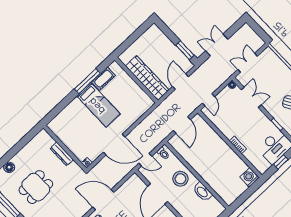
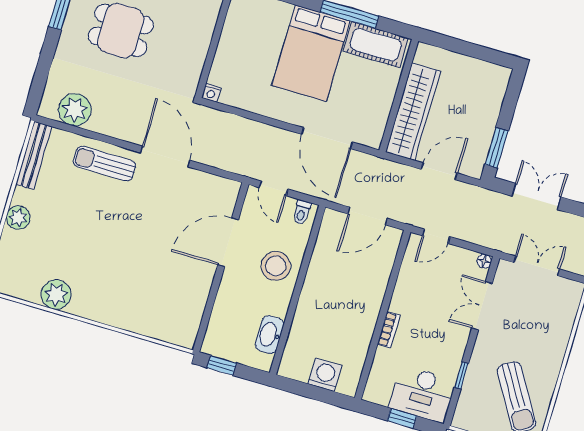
cot: (103, 79) -> (376, 45), width x1.37, depth x1.34
double door: (251, 97) -> (482, 306), swing flipped
bed: (98, 105) -> (311, 53), width x1.50
door: (114, 145) -> (327, 138), moved
dresser: (62, 154) -> (202, 42), removed
washing machine: (250, 177) -> (325, 375), moved
washbasin: (202, 192) -> (270, 335), moved

